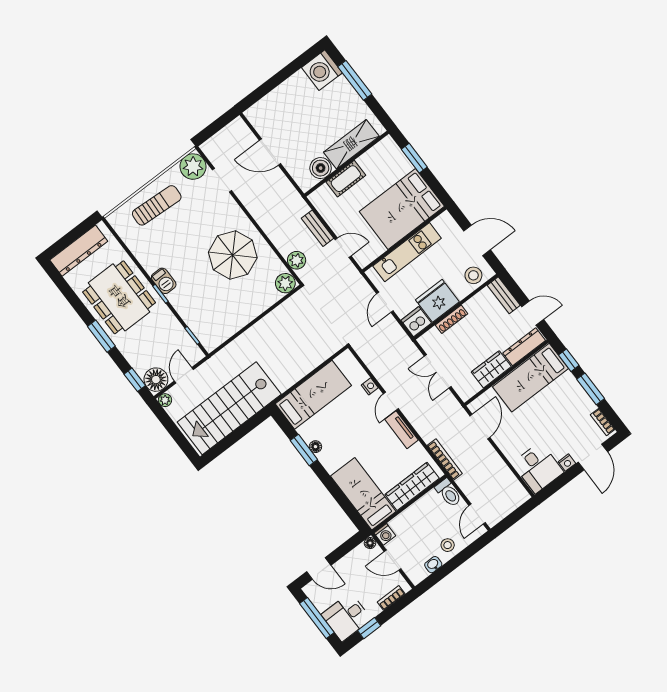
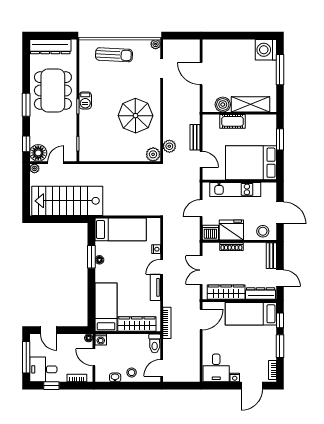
plant: (193, 167) -> (156, 44), width x0.53, depth x0.53
wardrobe: (491, 369) -> (226, 292), width x1.50

